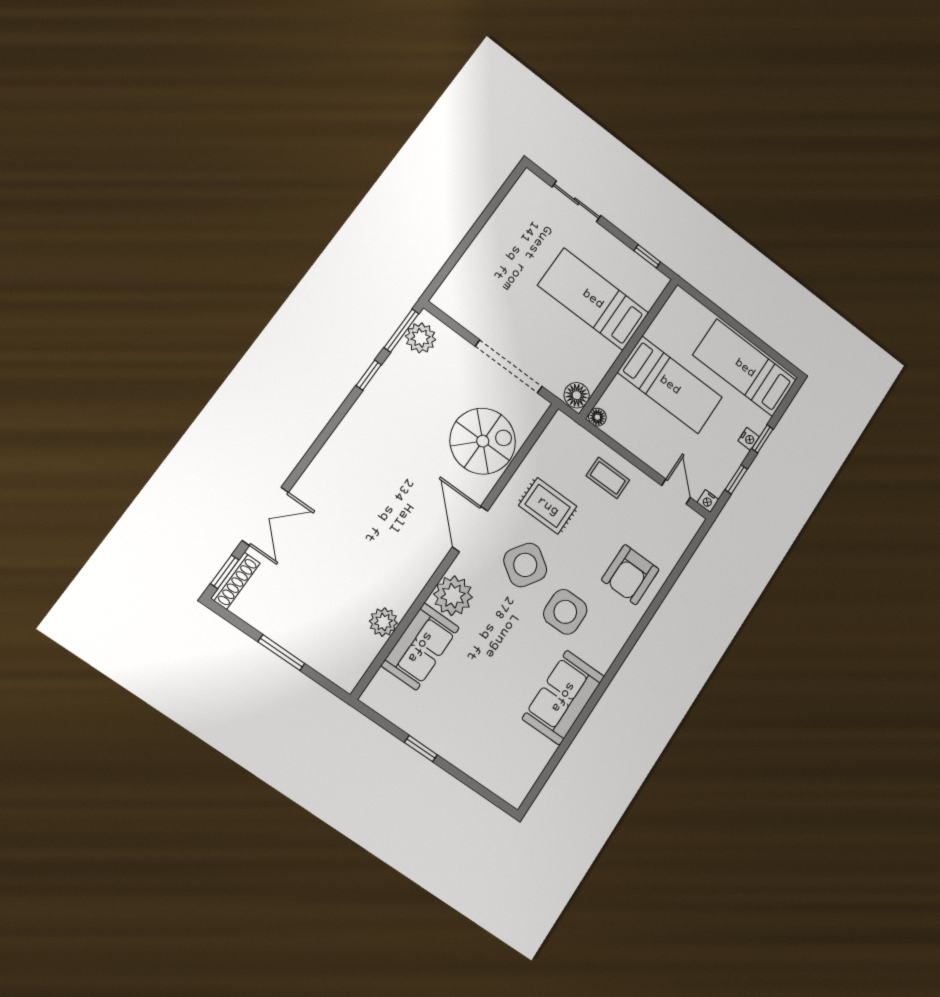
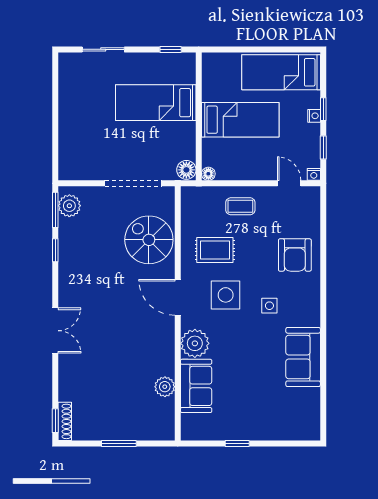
spiral stairs: (483, 441) -> (149, 240), turned -90
double door: (265, 516) -> (55, 331), moved
side table: (525, 565) -> (226, 295), turned -34
side table: (565, 612) -> (269, 306), width x0.54, depth x0.54

